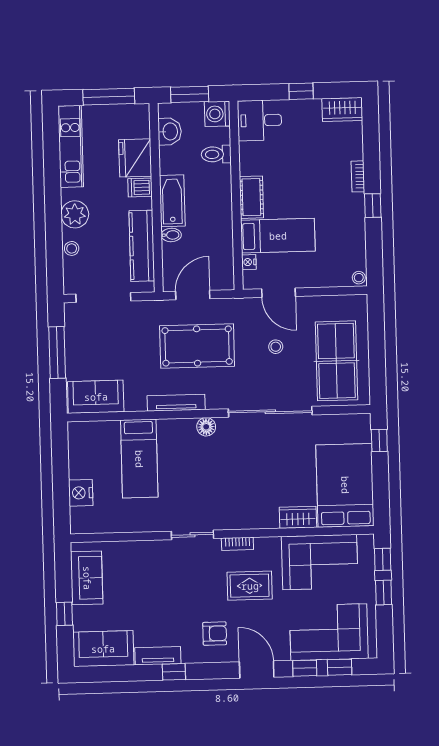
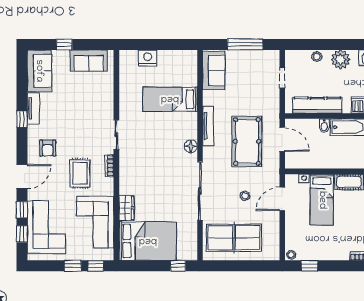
window: (373, 206) -> (309, 266), moved
doorway: (103, 298) -> (282, 78), width x0.53

